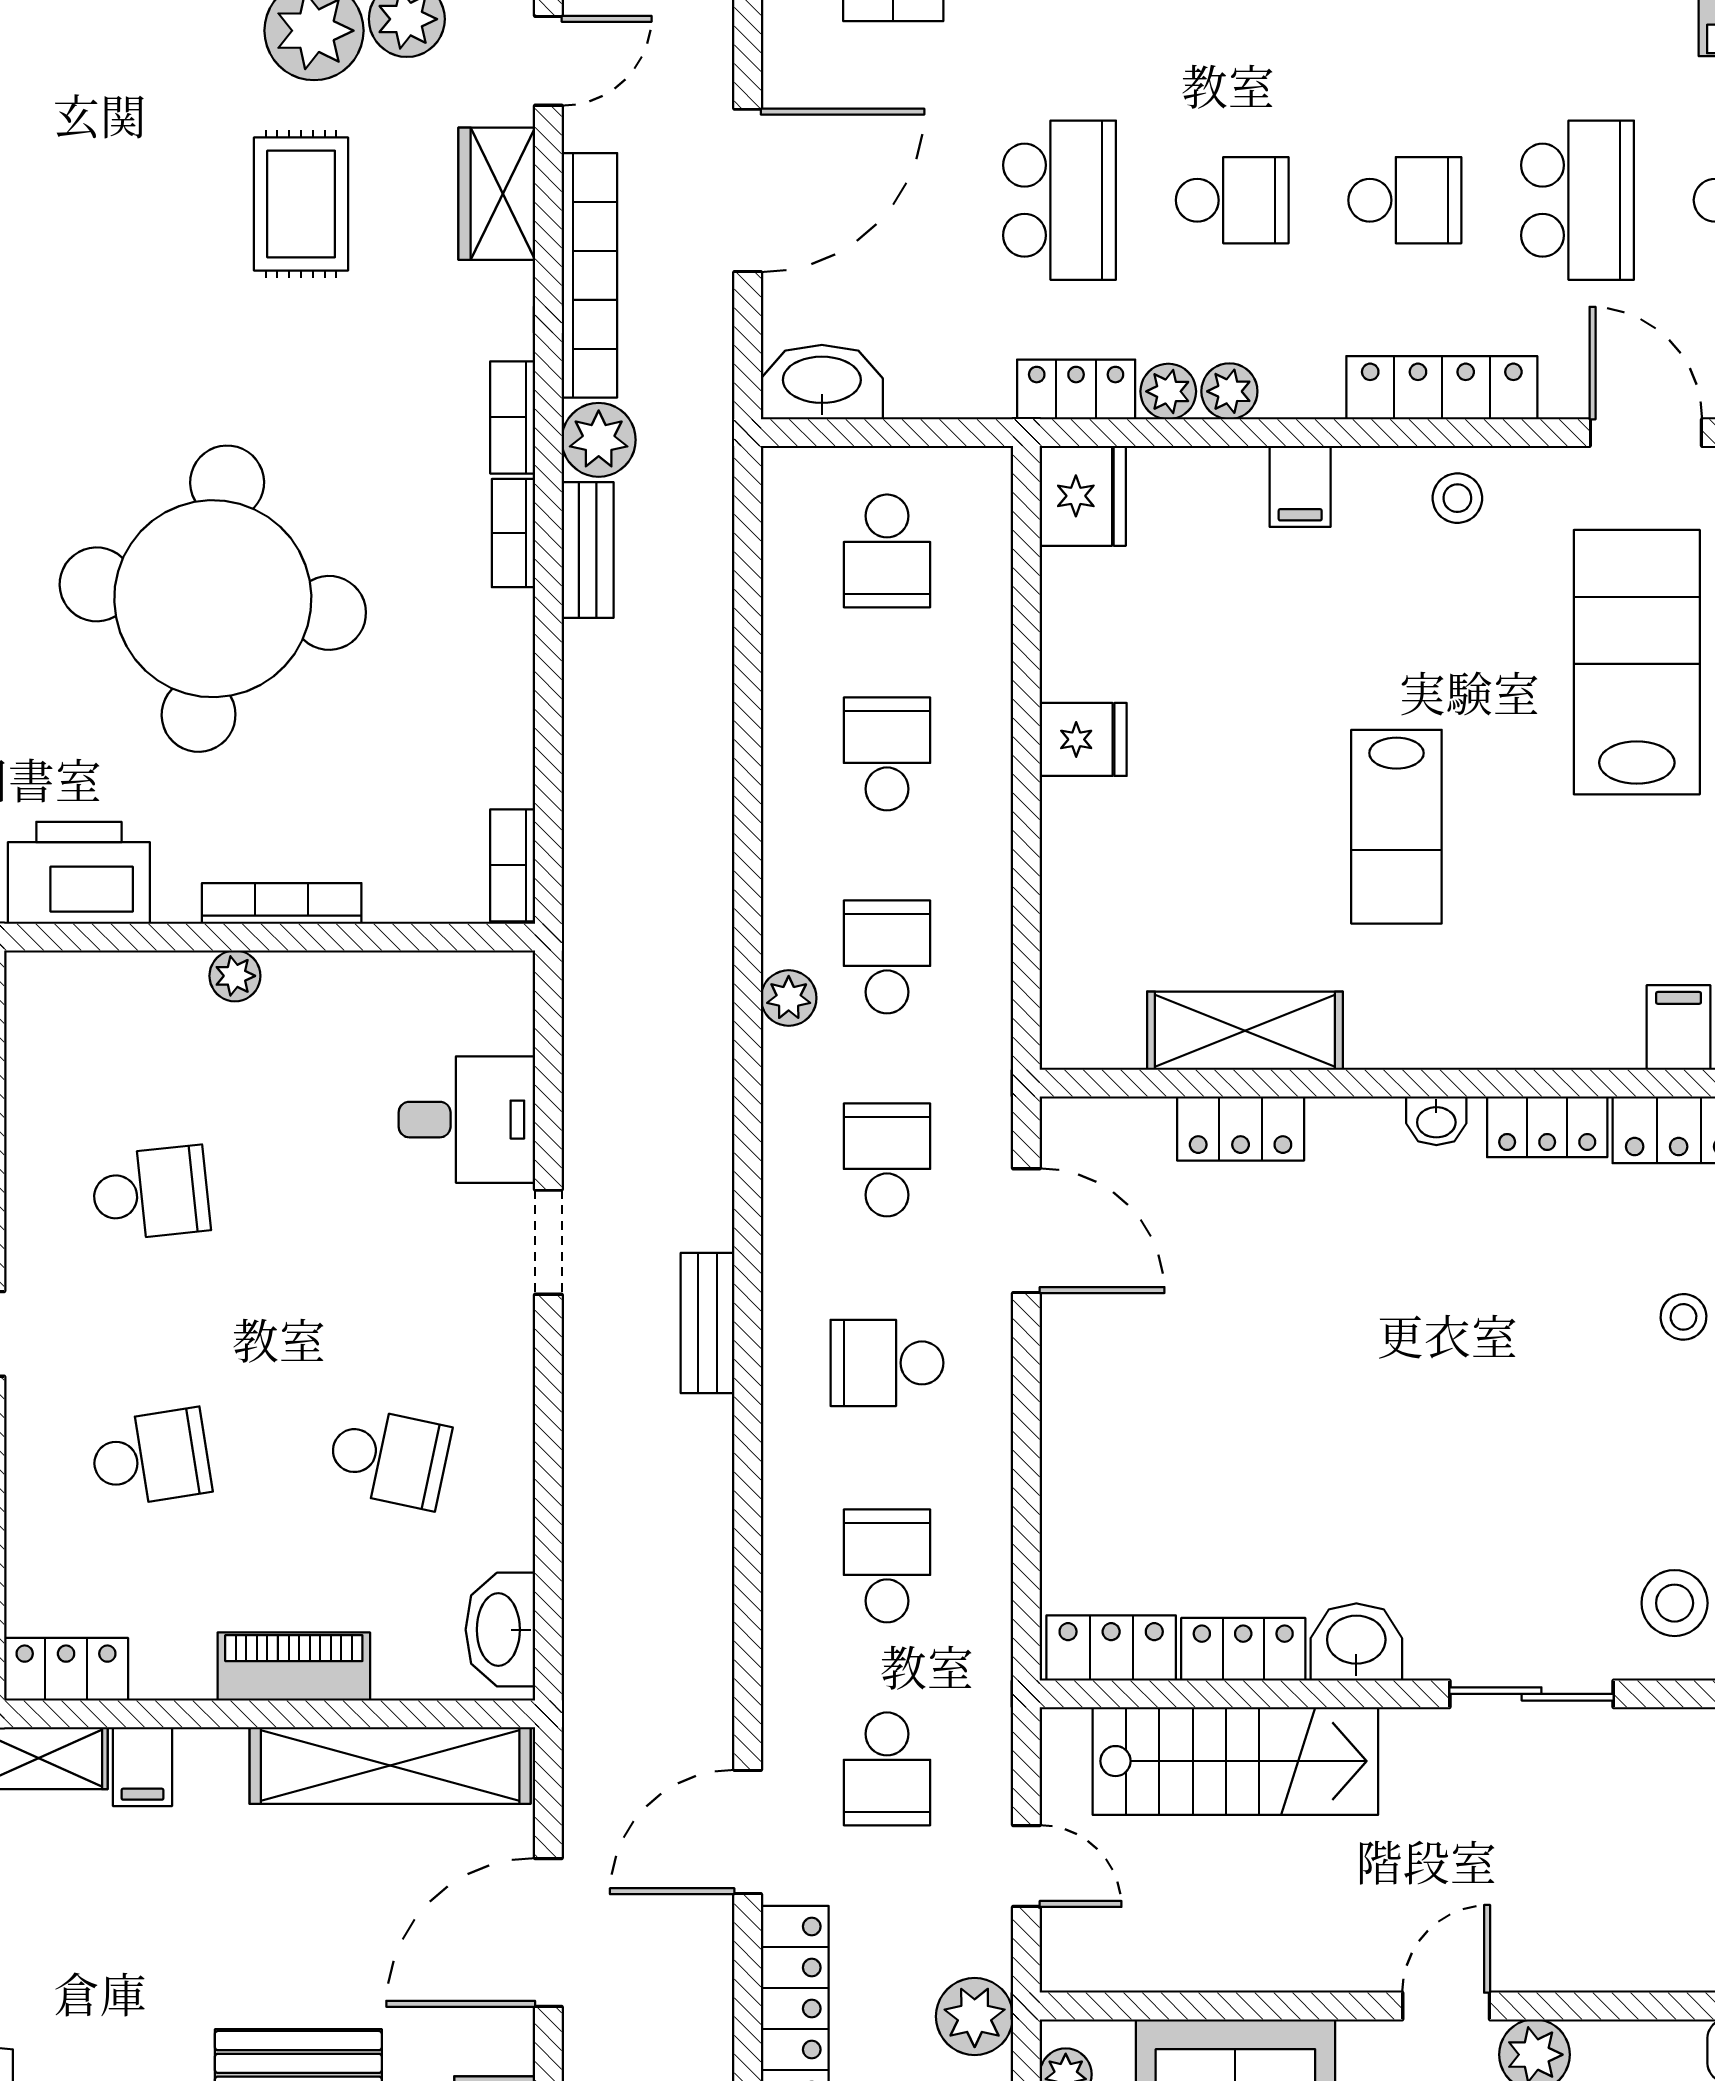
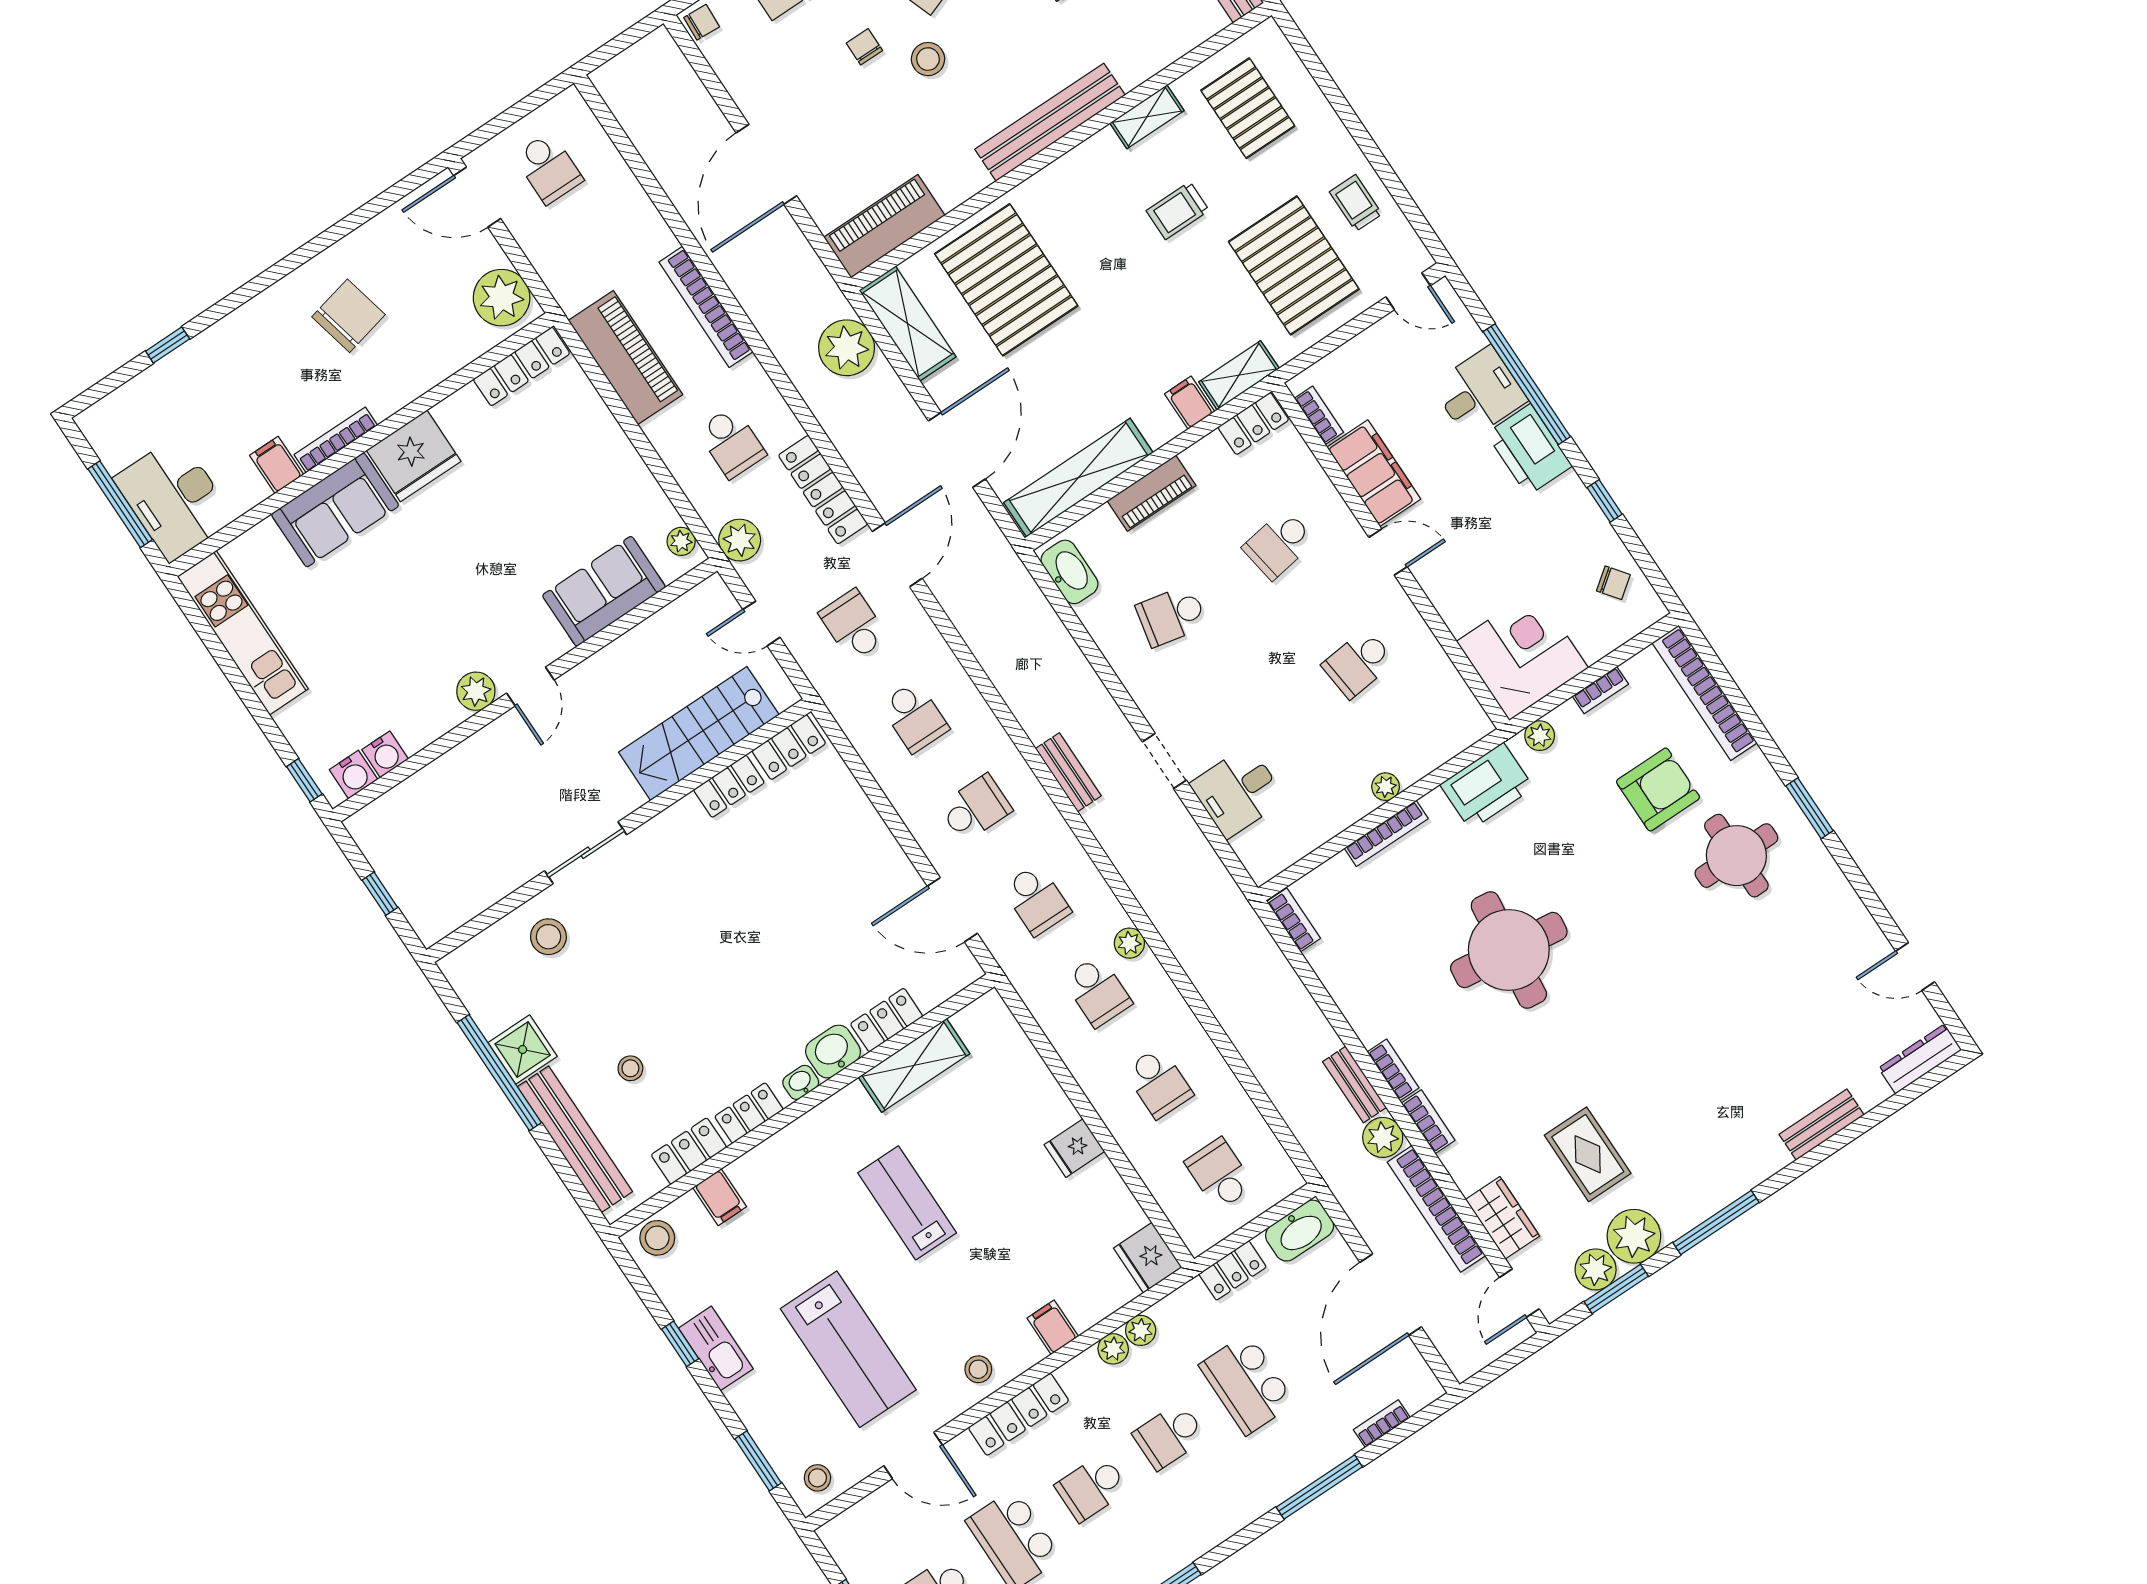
locker: (1076, 389) -> (1232, 1270), moved
round table: (213, 599) -> (1509, 950), width x0.73, depth x0.73
washbasin: (1356, 1642) -> (833, 1051), moved, turned 180

